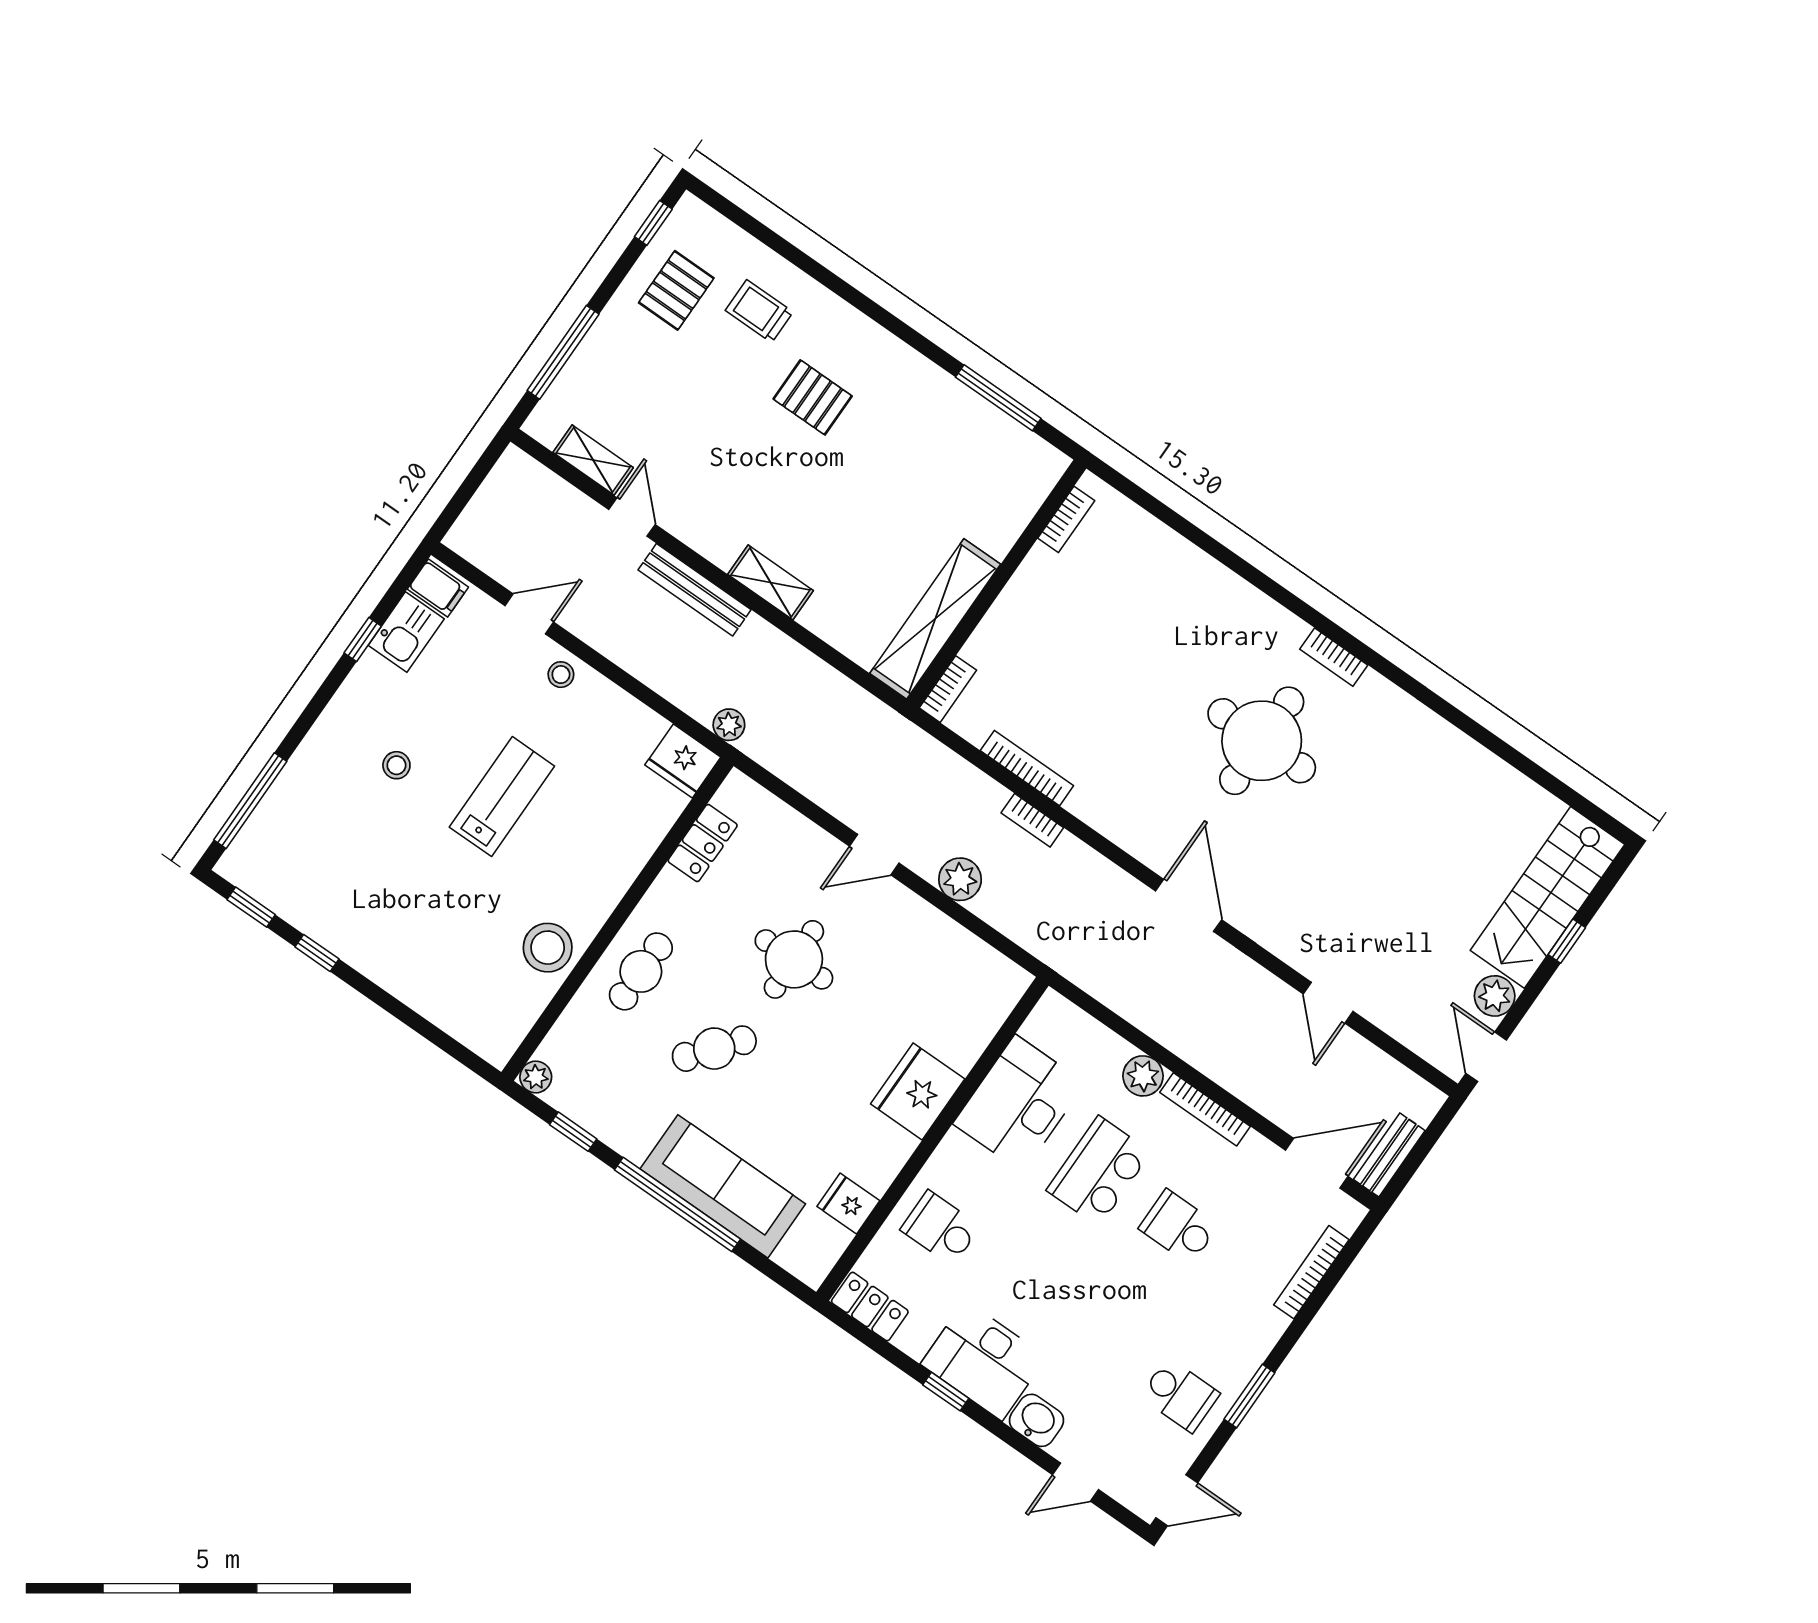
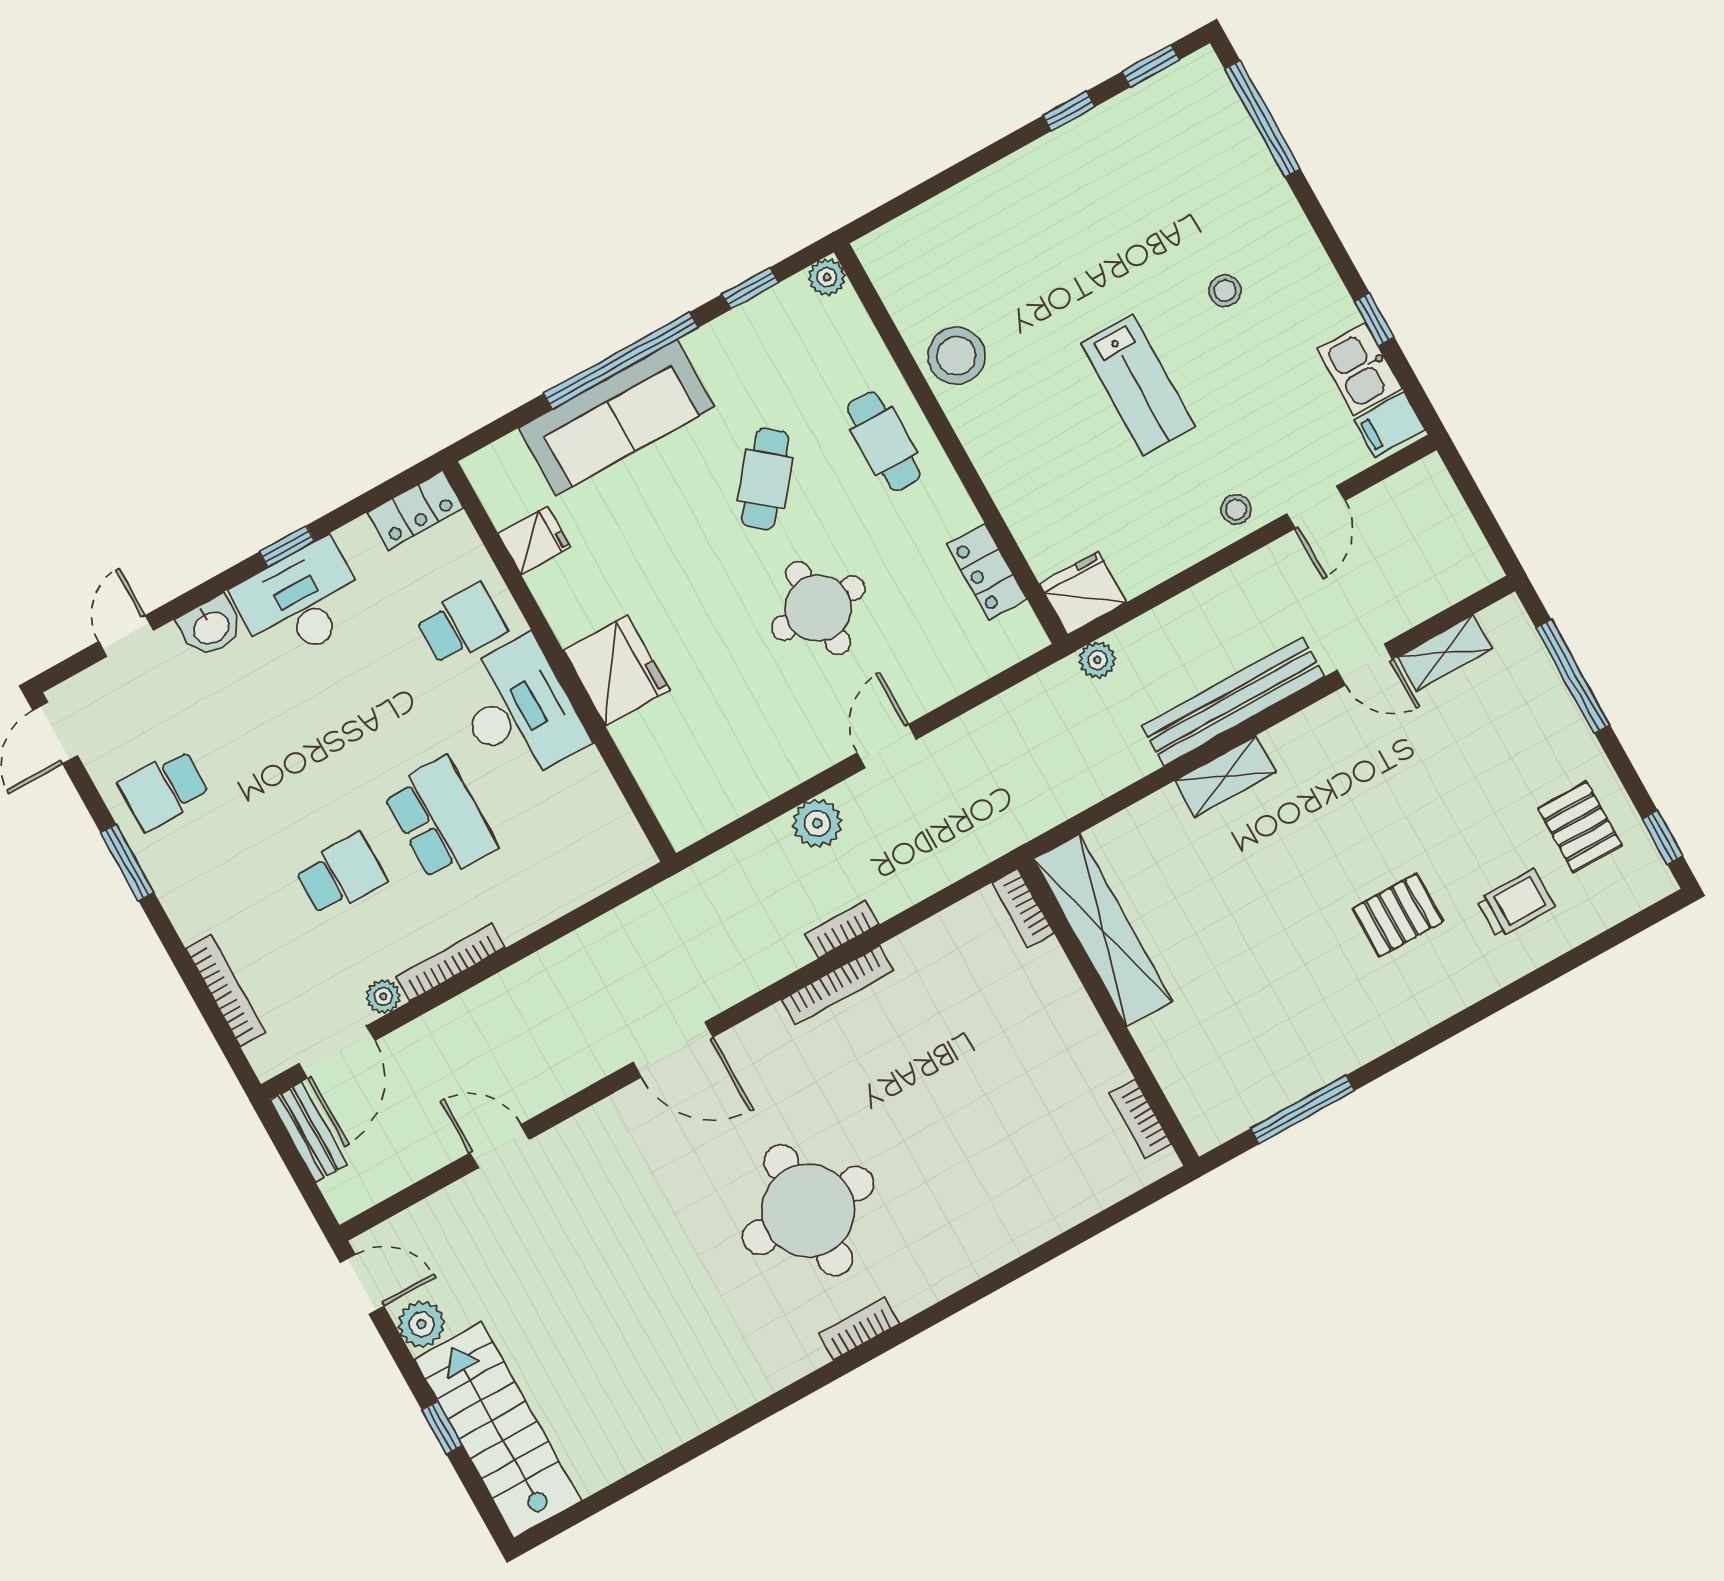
bench: (695, 590) -> (1233, 701), width x1.37, depth x1.21
bookcase: (1027, 768) -> (837, 985), moved
plant: (1143, 1076) -> (383, 996), moved, width x0.73, depth x0.73
desk: (1019, 1103) -> (519, 711), moved

